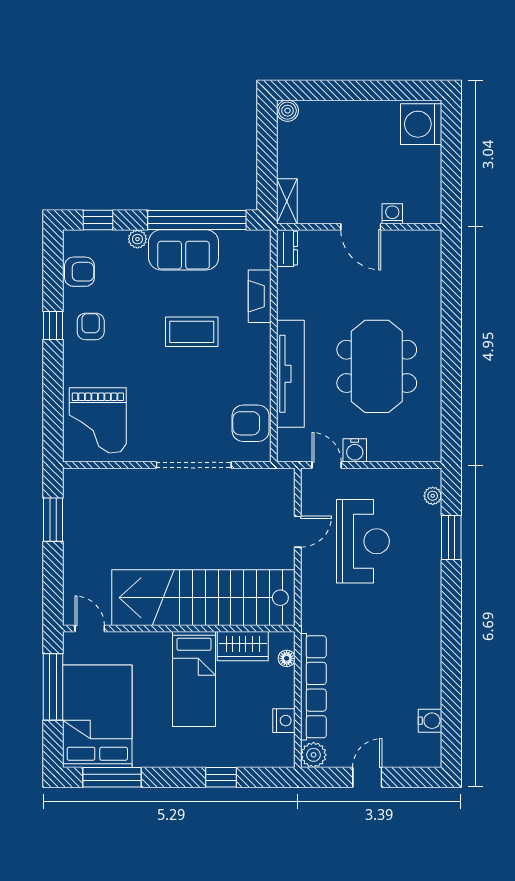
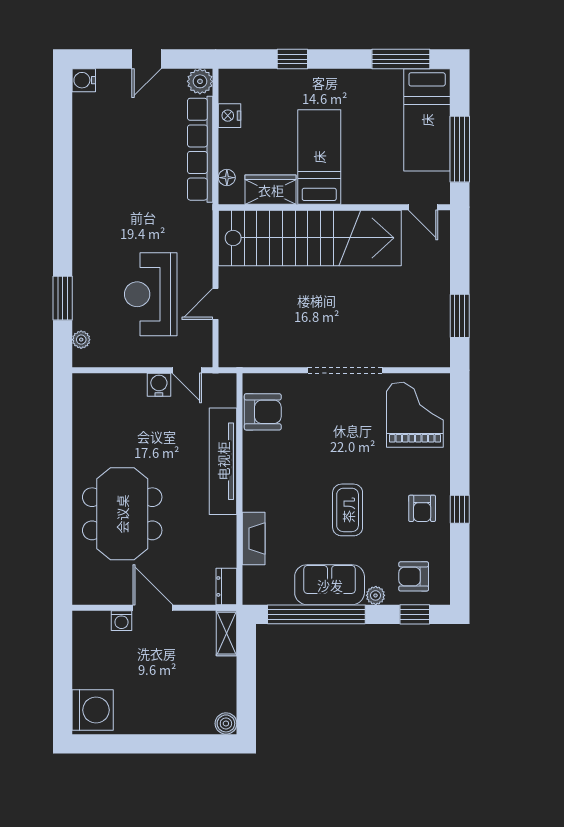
armchair: (79, 272) -> (414, 576), moved
coffee table: (192, 332) -> (348, 510), moved, turned 90
meeting table: (377, 366) -> (122, 514), moved
doorway: (194, 465) -> (345, 370), moved
bed: (97, 716) -> (427, 120), width x0.67
water cooler: (430, 721) -> (84, 80), moved

